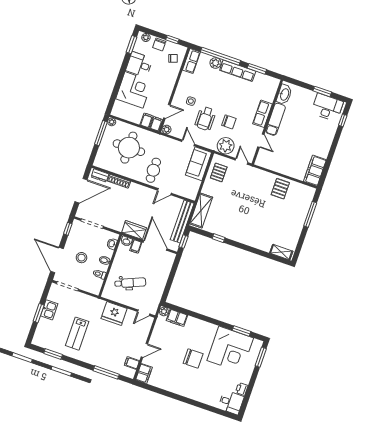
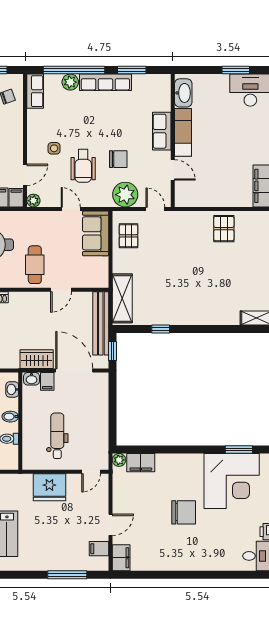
dental chair: (130, 283) -> (57, 436), turned -67

